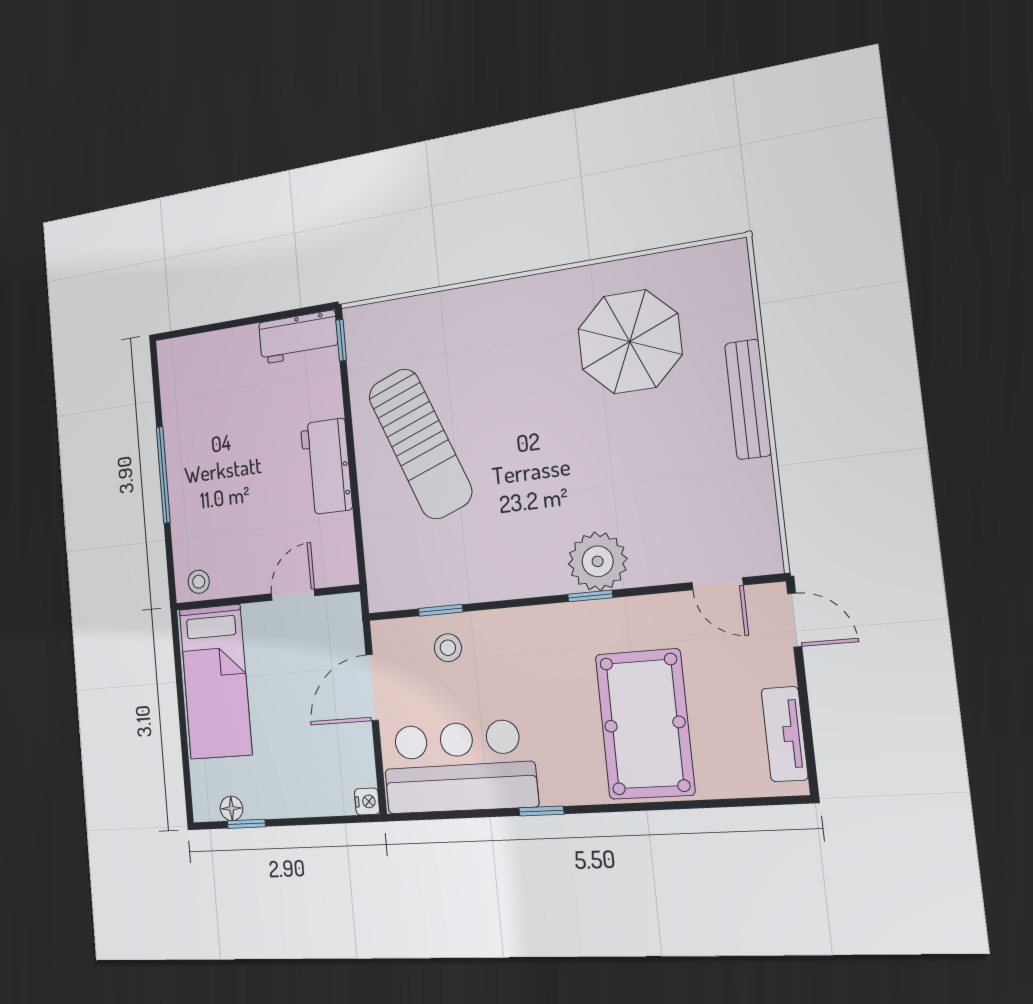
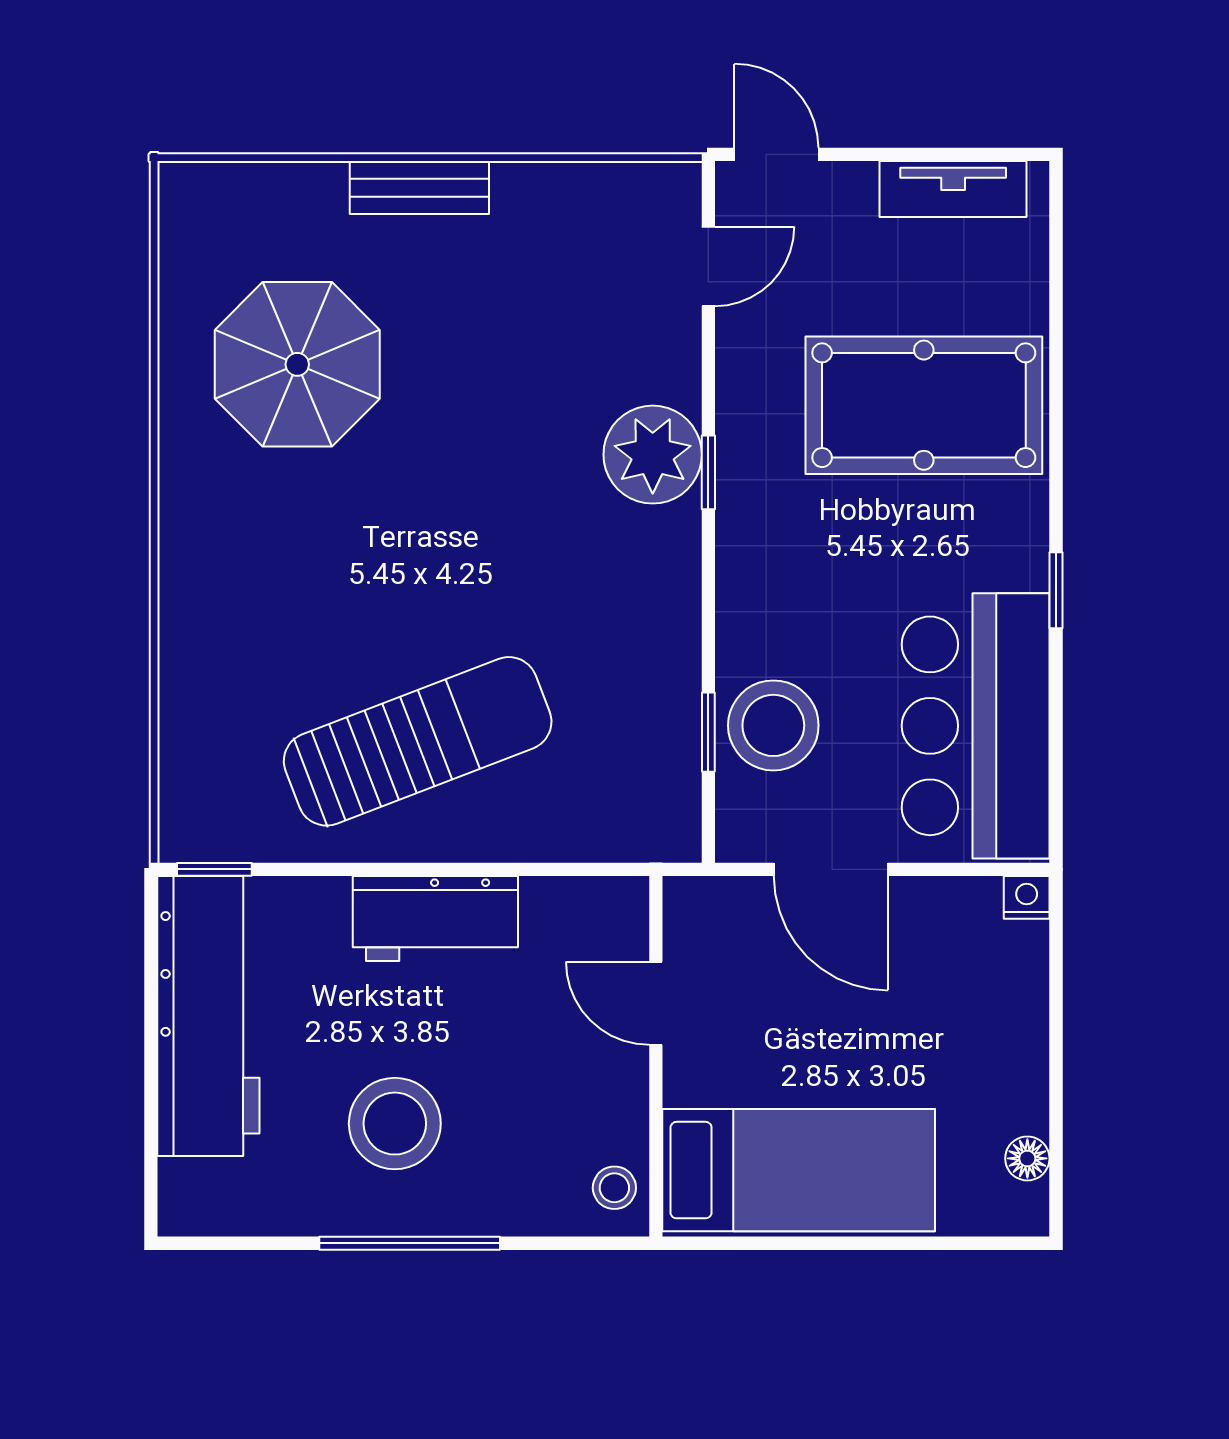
workbench: (298, 337) -> (208, 1016), width x1.88, depth x1.32
bench: (748, 399) -> (419, 188), width x0.73
stool: (221, 459) -> (395, 1124), added
door: (795, 620) -> (776, 154), hinge flipped
stool: (448, 648) -> (773, 725), width x1.89, depth x1.89
window: (246, 824) -> (1056, 1131), removed

